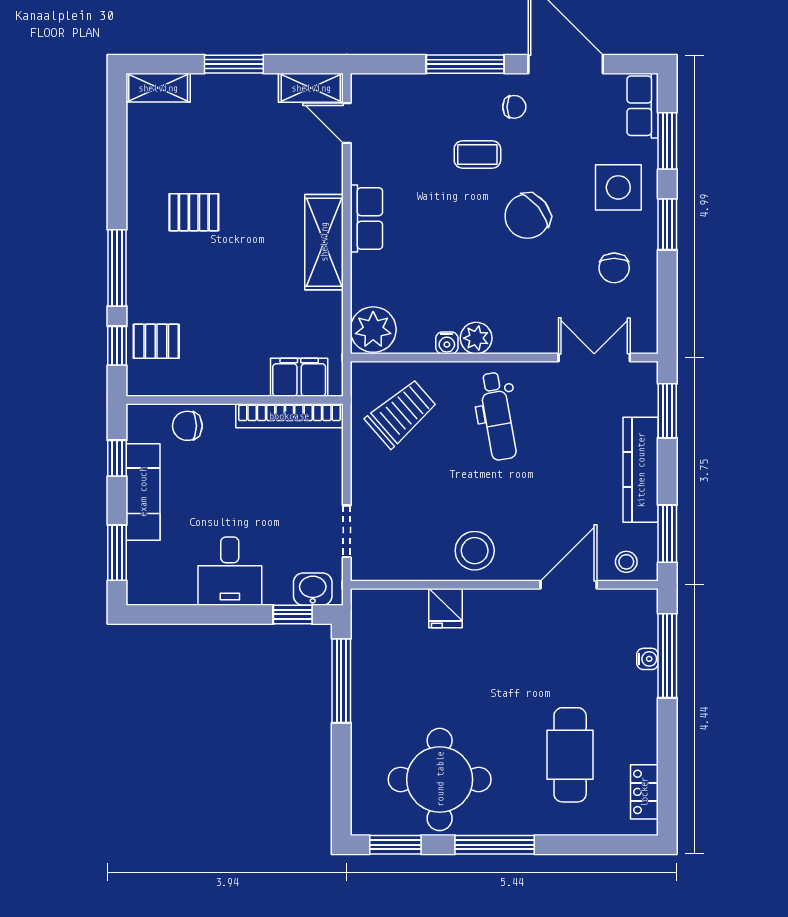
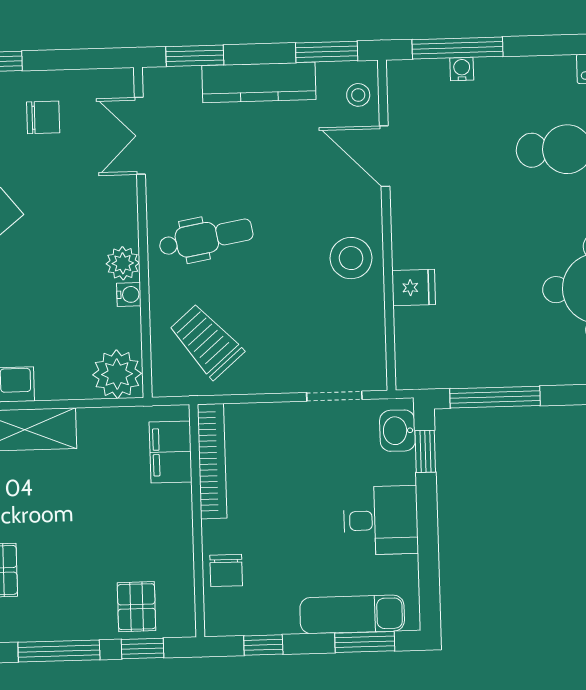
exam couch: (143, 492) -> (352, 614), moved

